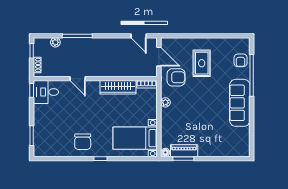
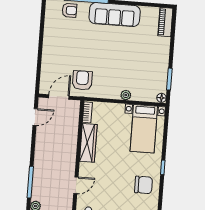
rug: (202, 63) -> (69, 52), removed
plant: (165, 102) -> (126, 95), moved
piano: (184, 151) -> (165, 22), moved

